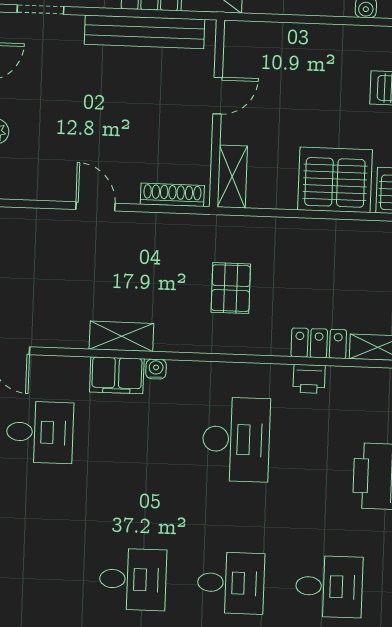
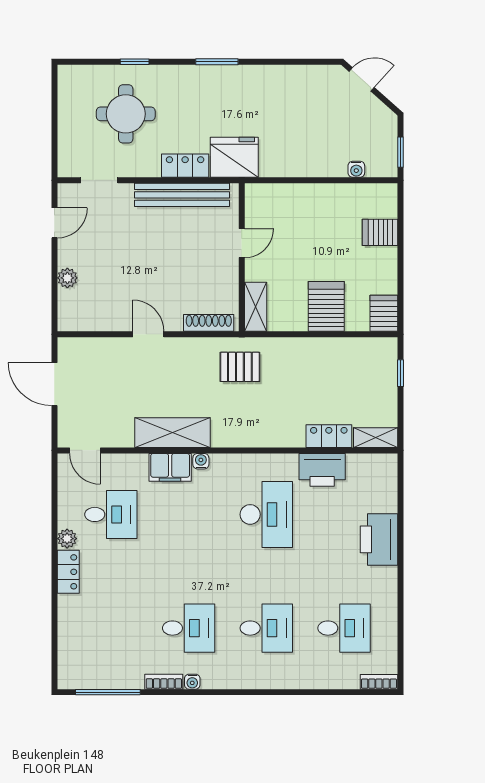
server rack: (335, 180) -> (326, 306), width x0.62
pallet: (231, 288) -> (240, 367), moved, turned 90
shelving: (121, 336) -> (173, 433), width x1.50, depth x1.33
printer: (309, 379) -> (322, 470), width x1.87, depth x1.48

